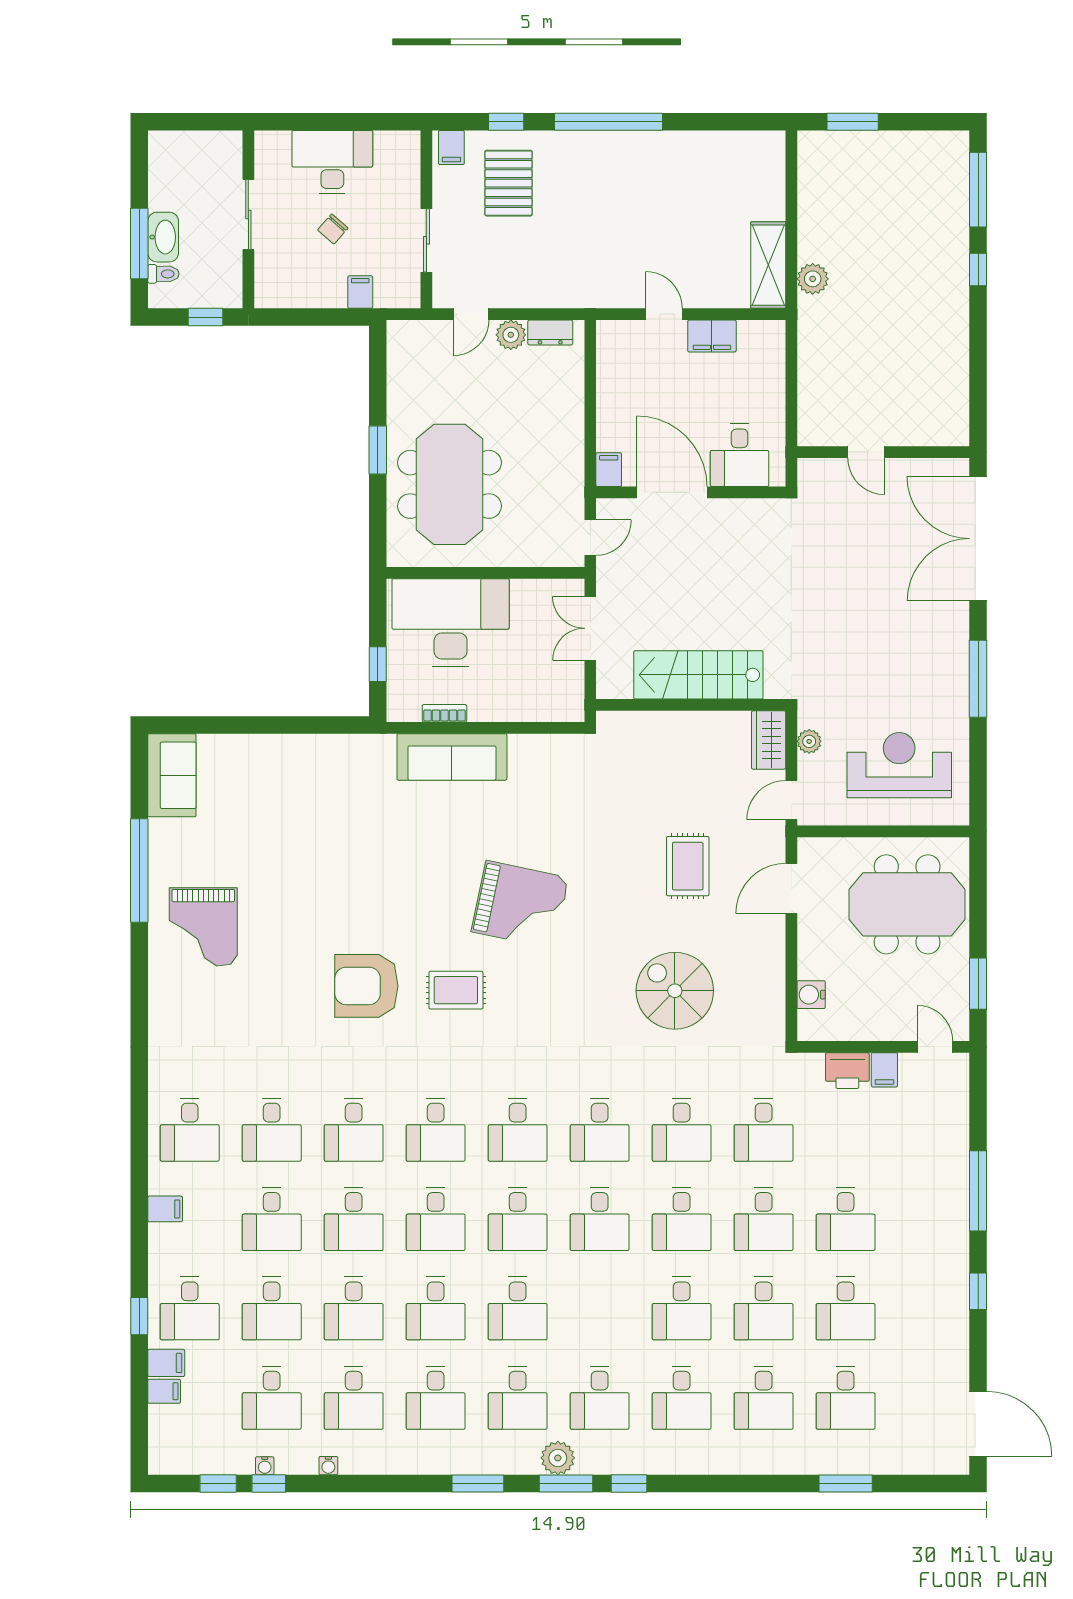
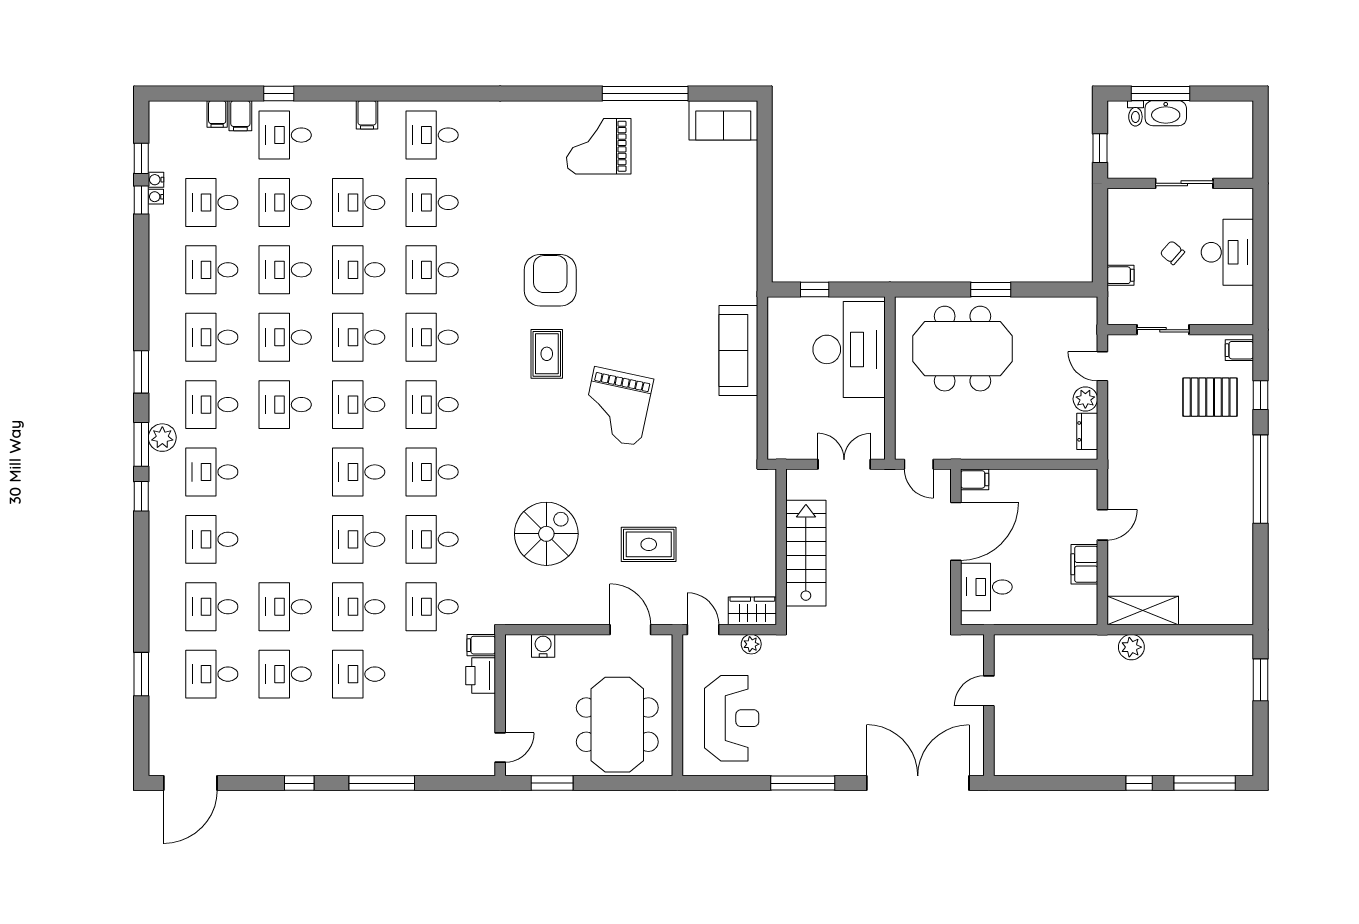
bookcase: (444, 713) -> (774, 344), removed
filing cabinet: (884, 1070) -> (481, 645), moved
desk: (682, 1308) -> (285, 539), removed
water cooler: (328, 1466) -> (156, 180), moved

